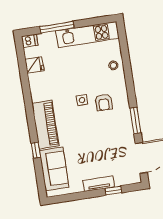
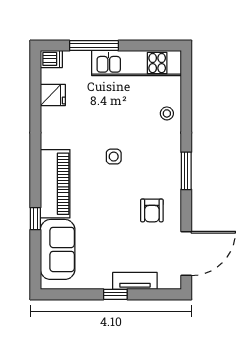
armchair: (104, 102) -> (152, 210), moved
window: (135, 120) -> (186, 171), moved
tv unit: (99, 184) -> (135, 281), moved
window: (113, 191) -> (115, 294), moved

